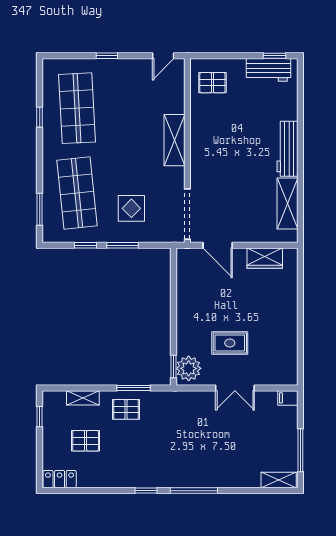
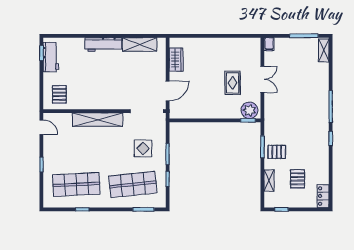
shelving: (174, 140) -> (97, 120), width x1.47
pallet: (126, 409) -> (277, 152), turned 90

